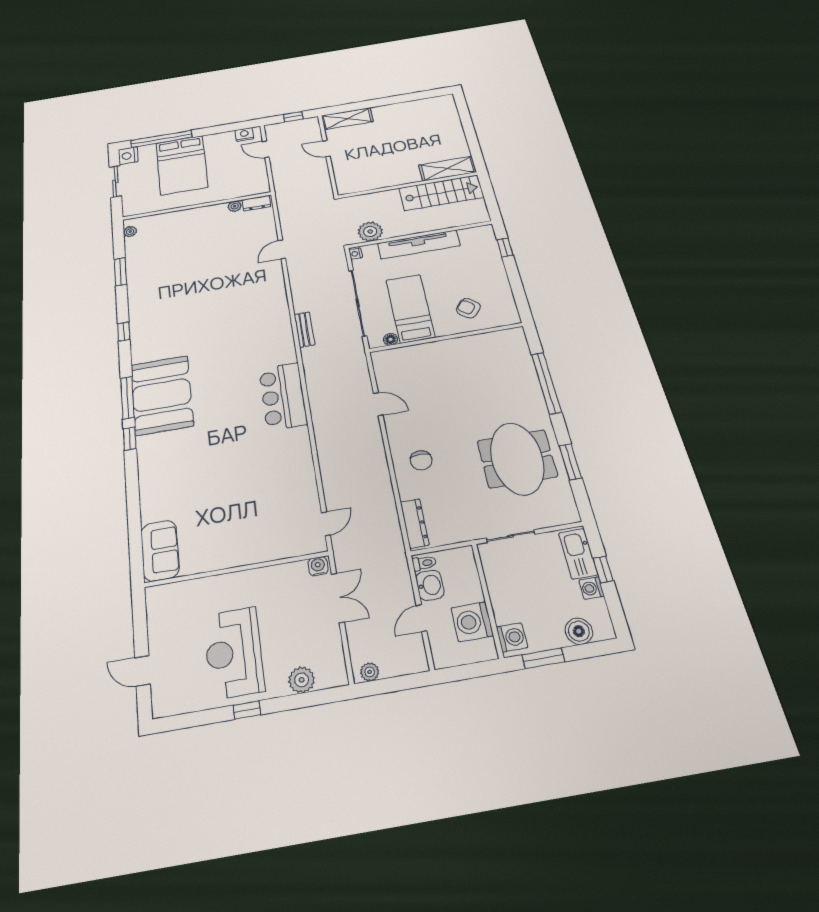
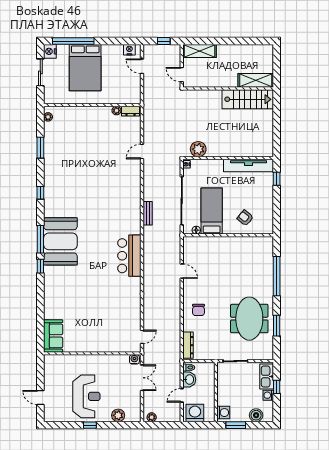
shelving: (447, 169) -> (256, 80), moved
wall: (408, 185) -> (228, 89), moved
stairs: (441, 193) -> (248, 99), moved
tv unit: (419, 245) -> (248, 165), moved
washing machine: (472, 622) -> (195, 413), moved, turned 90
reception desk: (234, 653) -> (86, 396), turned 180

